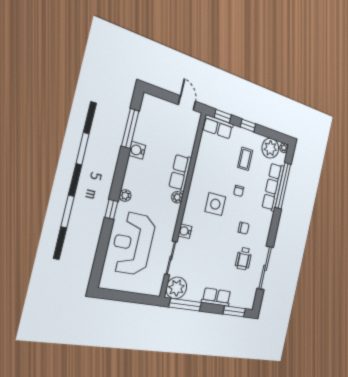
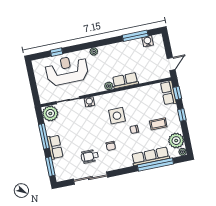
water cooler: (137, 150) -> (148, 41), moved
window: (111, 209) -> (57, 52), moved
window: (185, 305) -> (44, 136), moved

